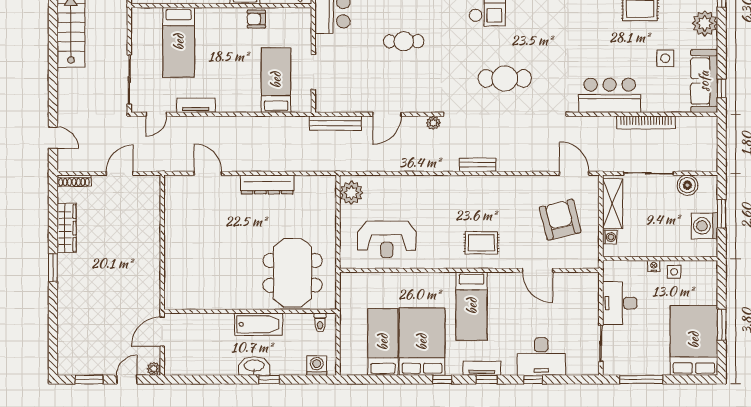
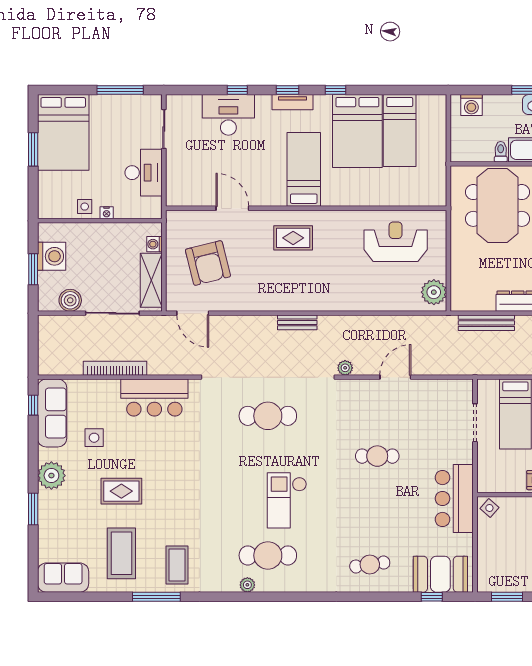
bench: (335, 123) -> (486, 323), moved
toilet: (320, 323) -> (501, 152), moved

